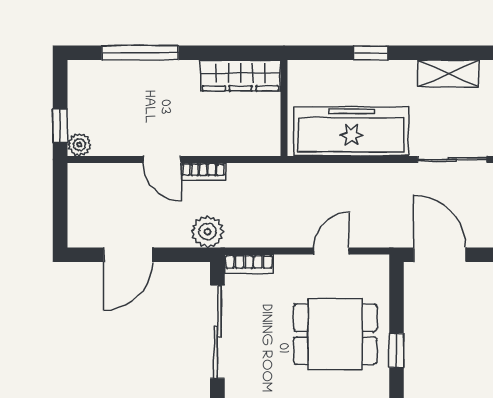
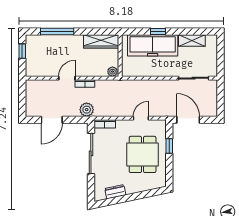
window: (60, 126) -> (22, 51), moved
freezer: (351, 131) -> (153, 45), moved, turned 180
plant: (79, 145) -> (112, 72), moved
door: (162, 159) -> (67, 78), swing flipped
dining table: (335, 334) -> (143, 154), turned 90
window: (396, 350) -> (169, 146), moved

